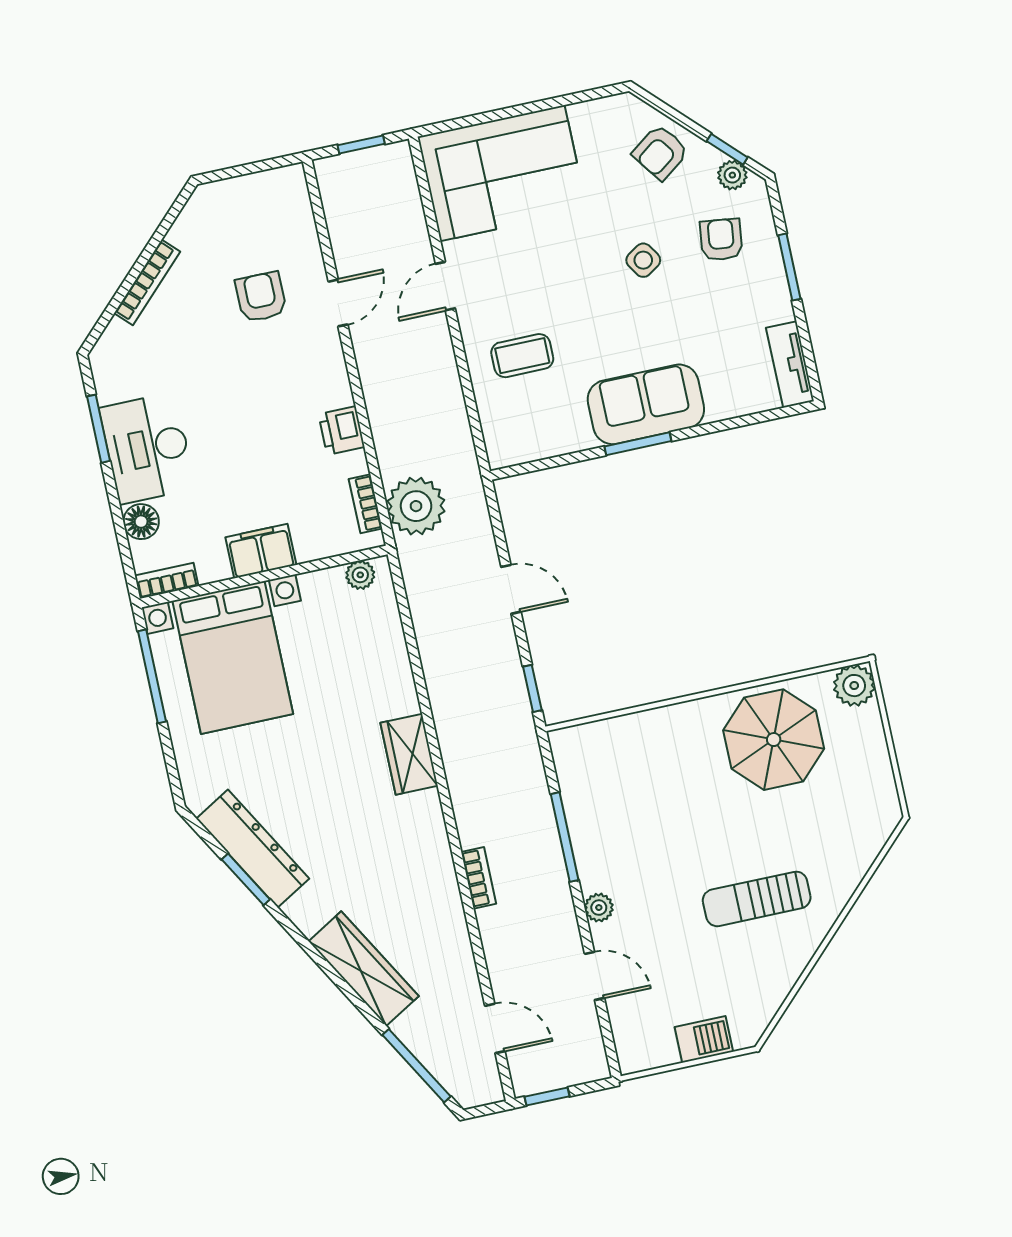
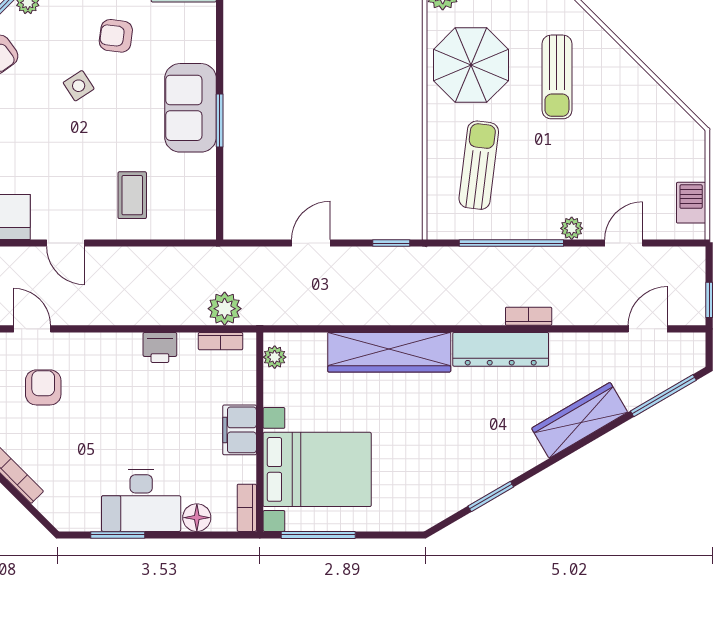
armchair: (721, 240) -> (116, 36), moved
armchair: (261, 297) -> (43, 387), turned 90
door: (338, 303) -> (32, 329), moved
plant: (416, 506) -> (225, 309), width x0.73, depth x0.73
wardrobe: (409, 754) -> (389, 352), width x2.10, depth x1.17
sun lounger: (652, 776) -> (479, 165), added
window: (565, 837) -> (511, 243), width x1.46
dresser: (253, 849) -> (501, 349), moved, turned -150
sun lounger: (757, 899) -> (557, 77), moved
barbecue: (704, 1039) -> (691, 203), moved

